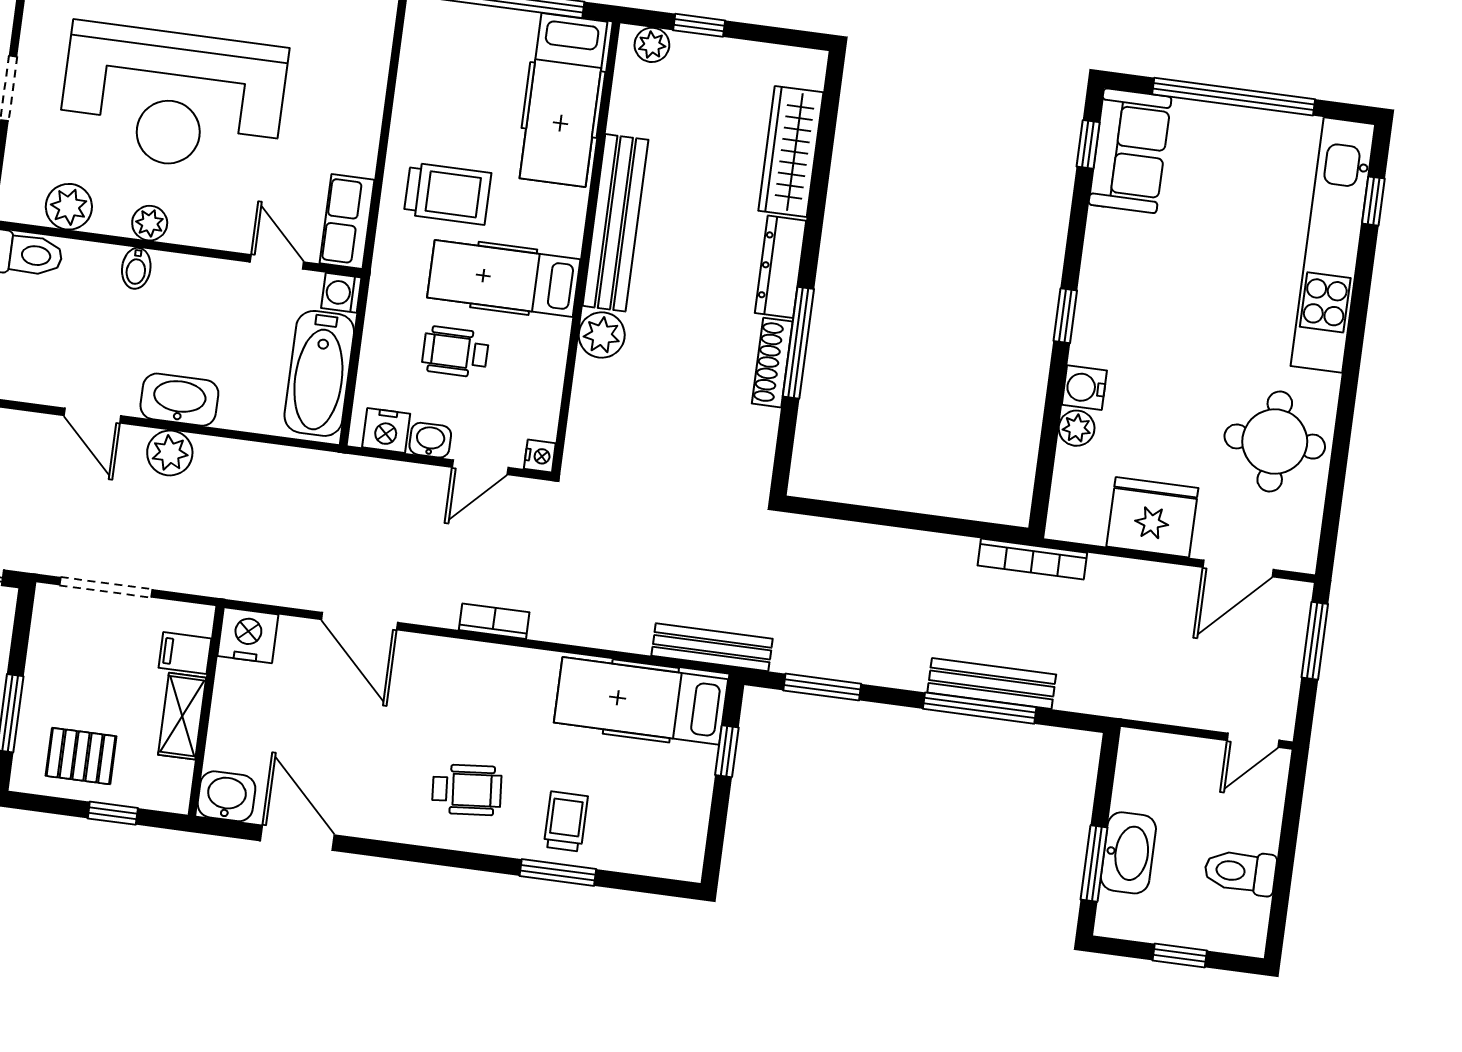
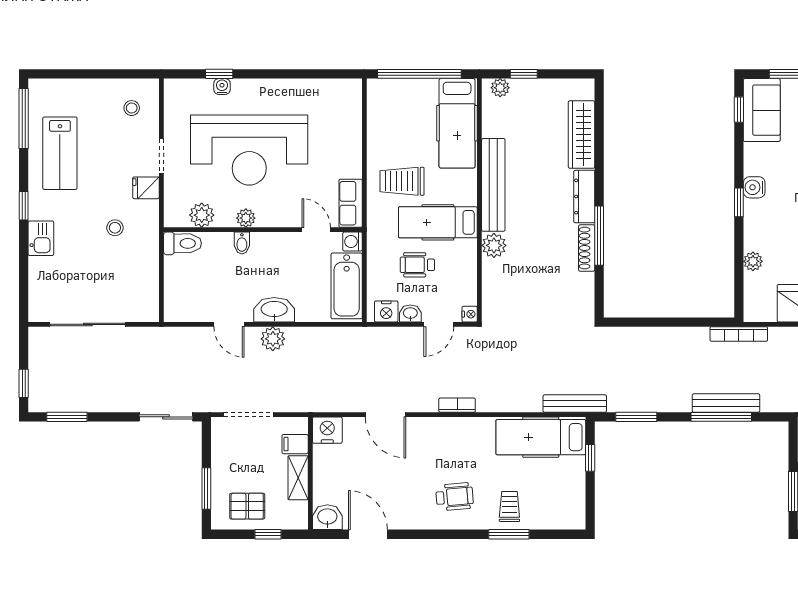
trolley: (448, 194) -> (402, 181), turned 180
water cooler: (1084, 388) -> (754, 187), moved

